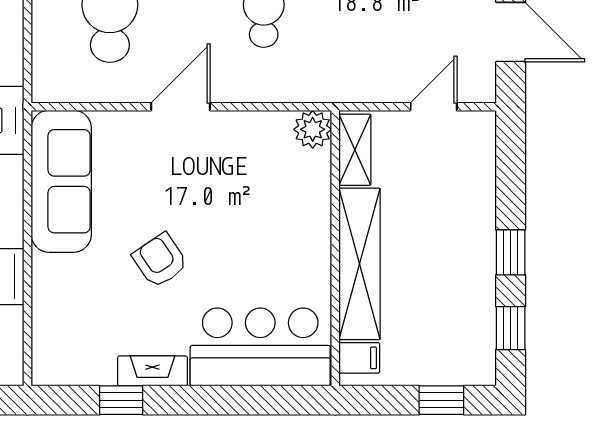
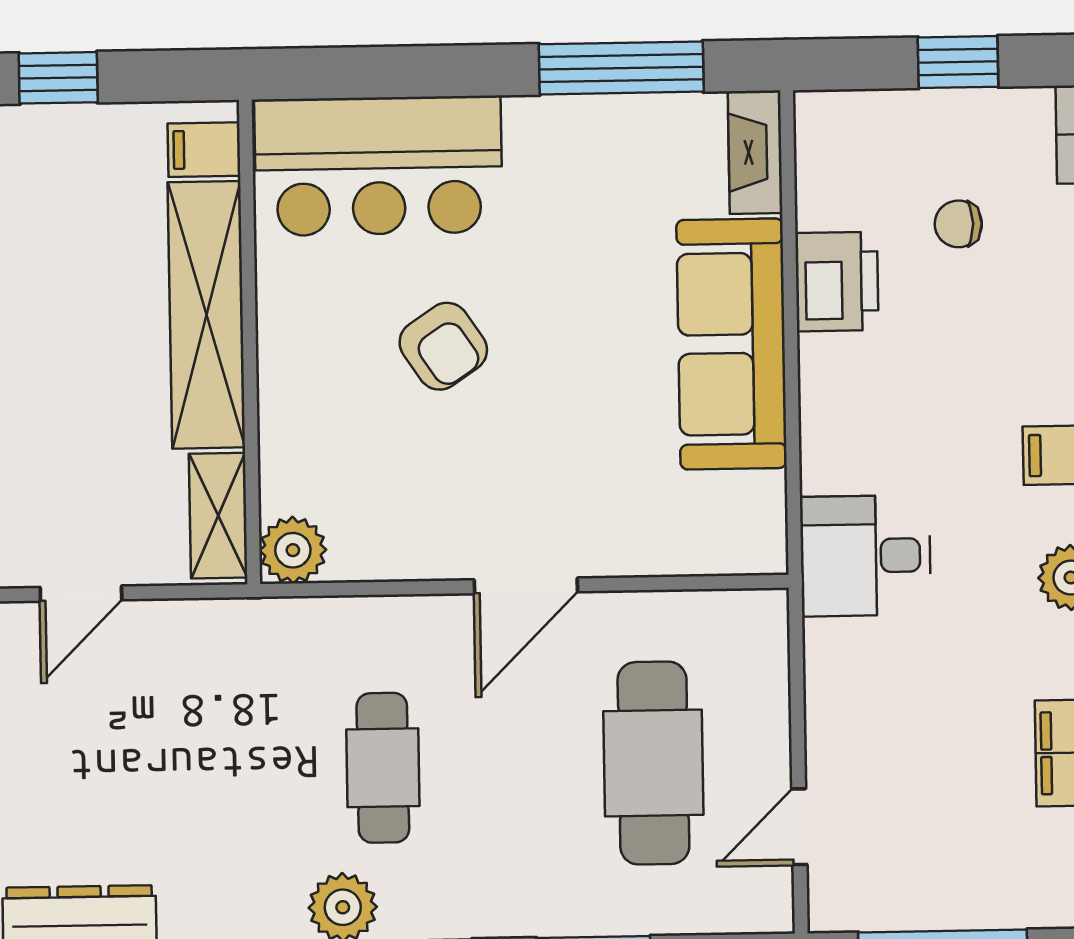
sofa: (61, 181) -> (732, 344), moved
armchair: (160, 260) -> (443, 346), moved
fireplace: (152, 371) -> (755, 152), moved, turned 90
window: (121, 400) -> (621, 68), width x2.17

